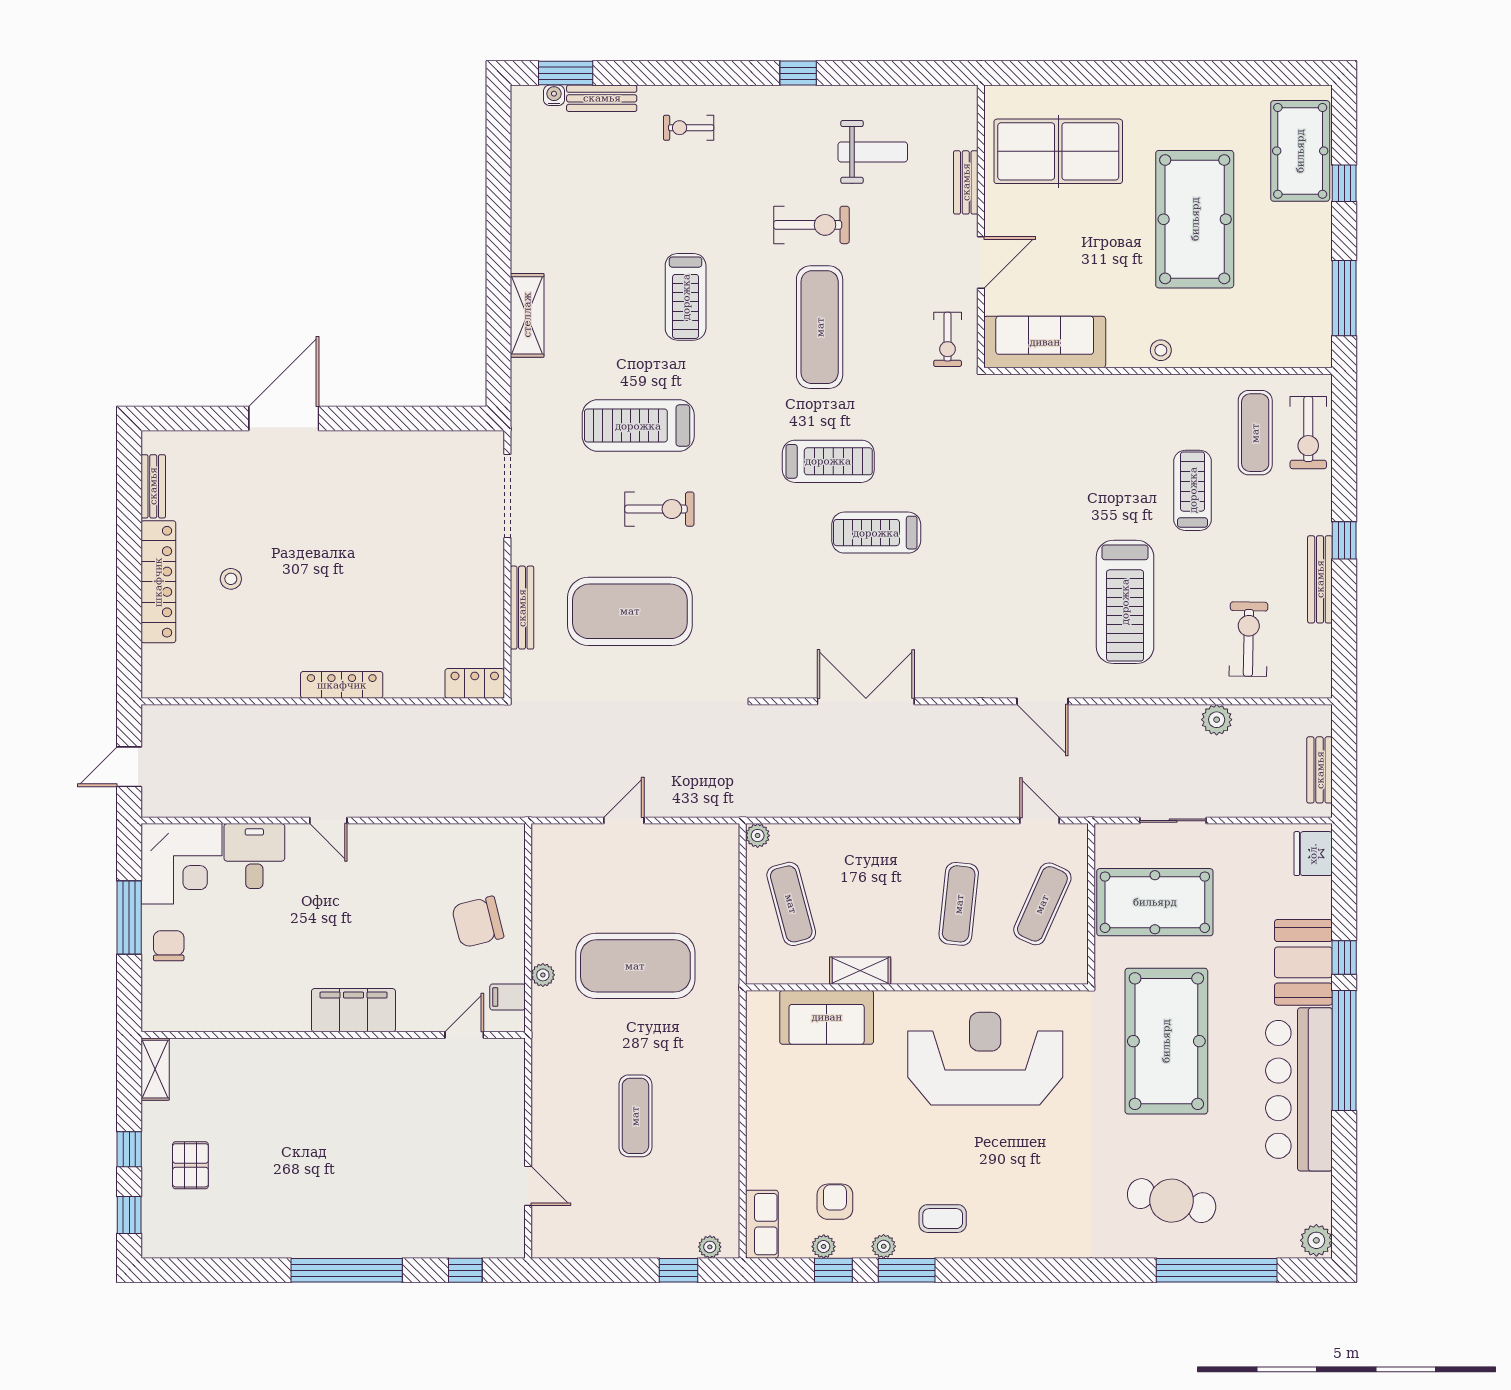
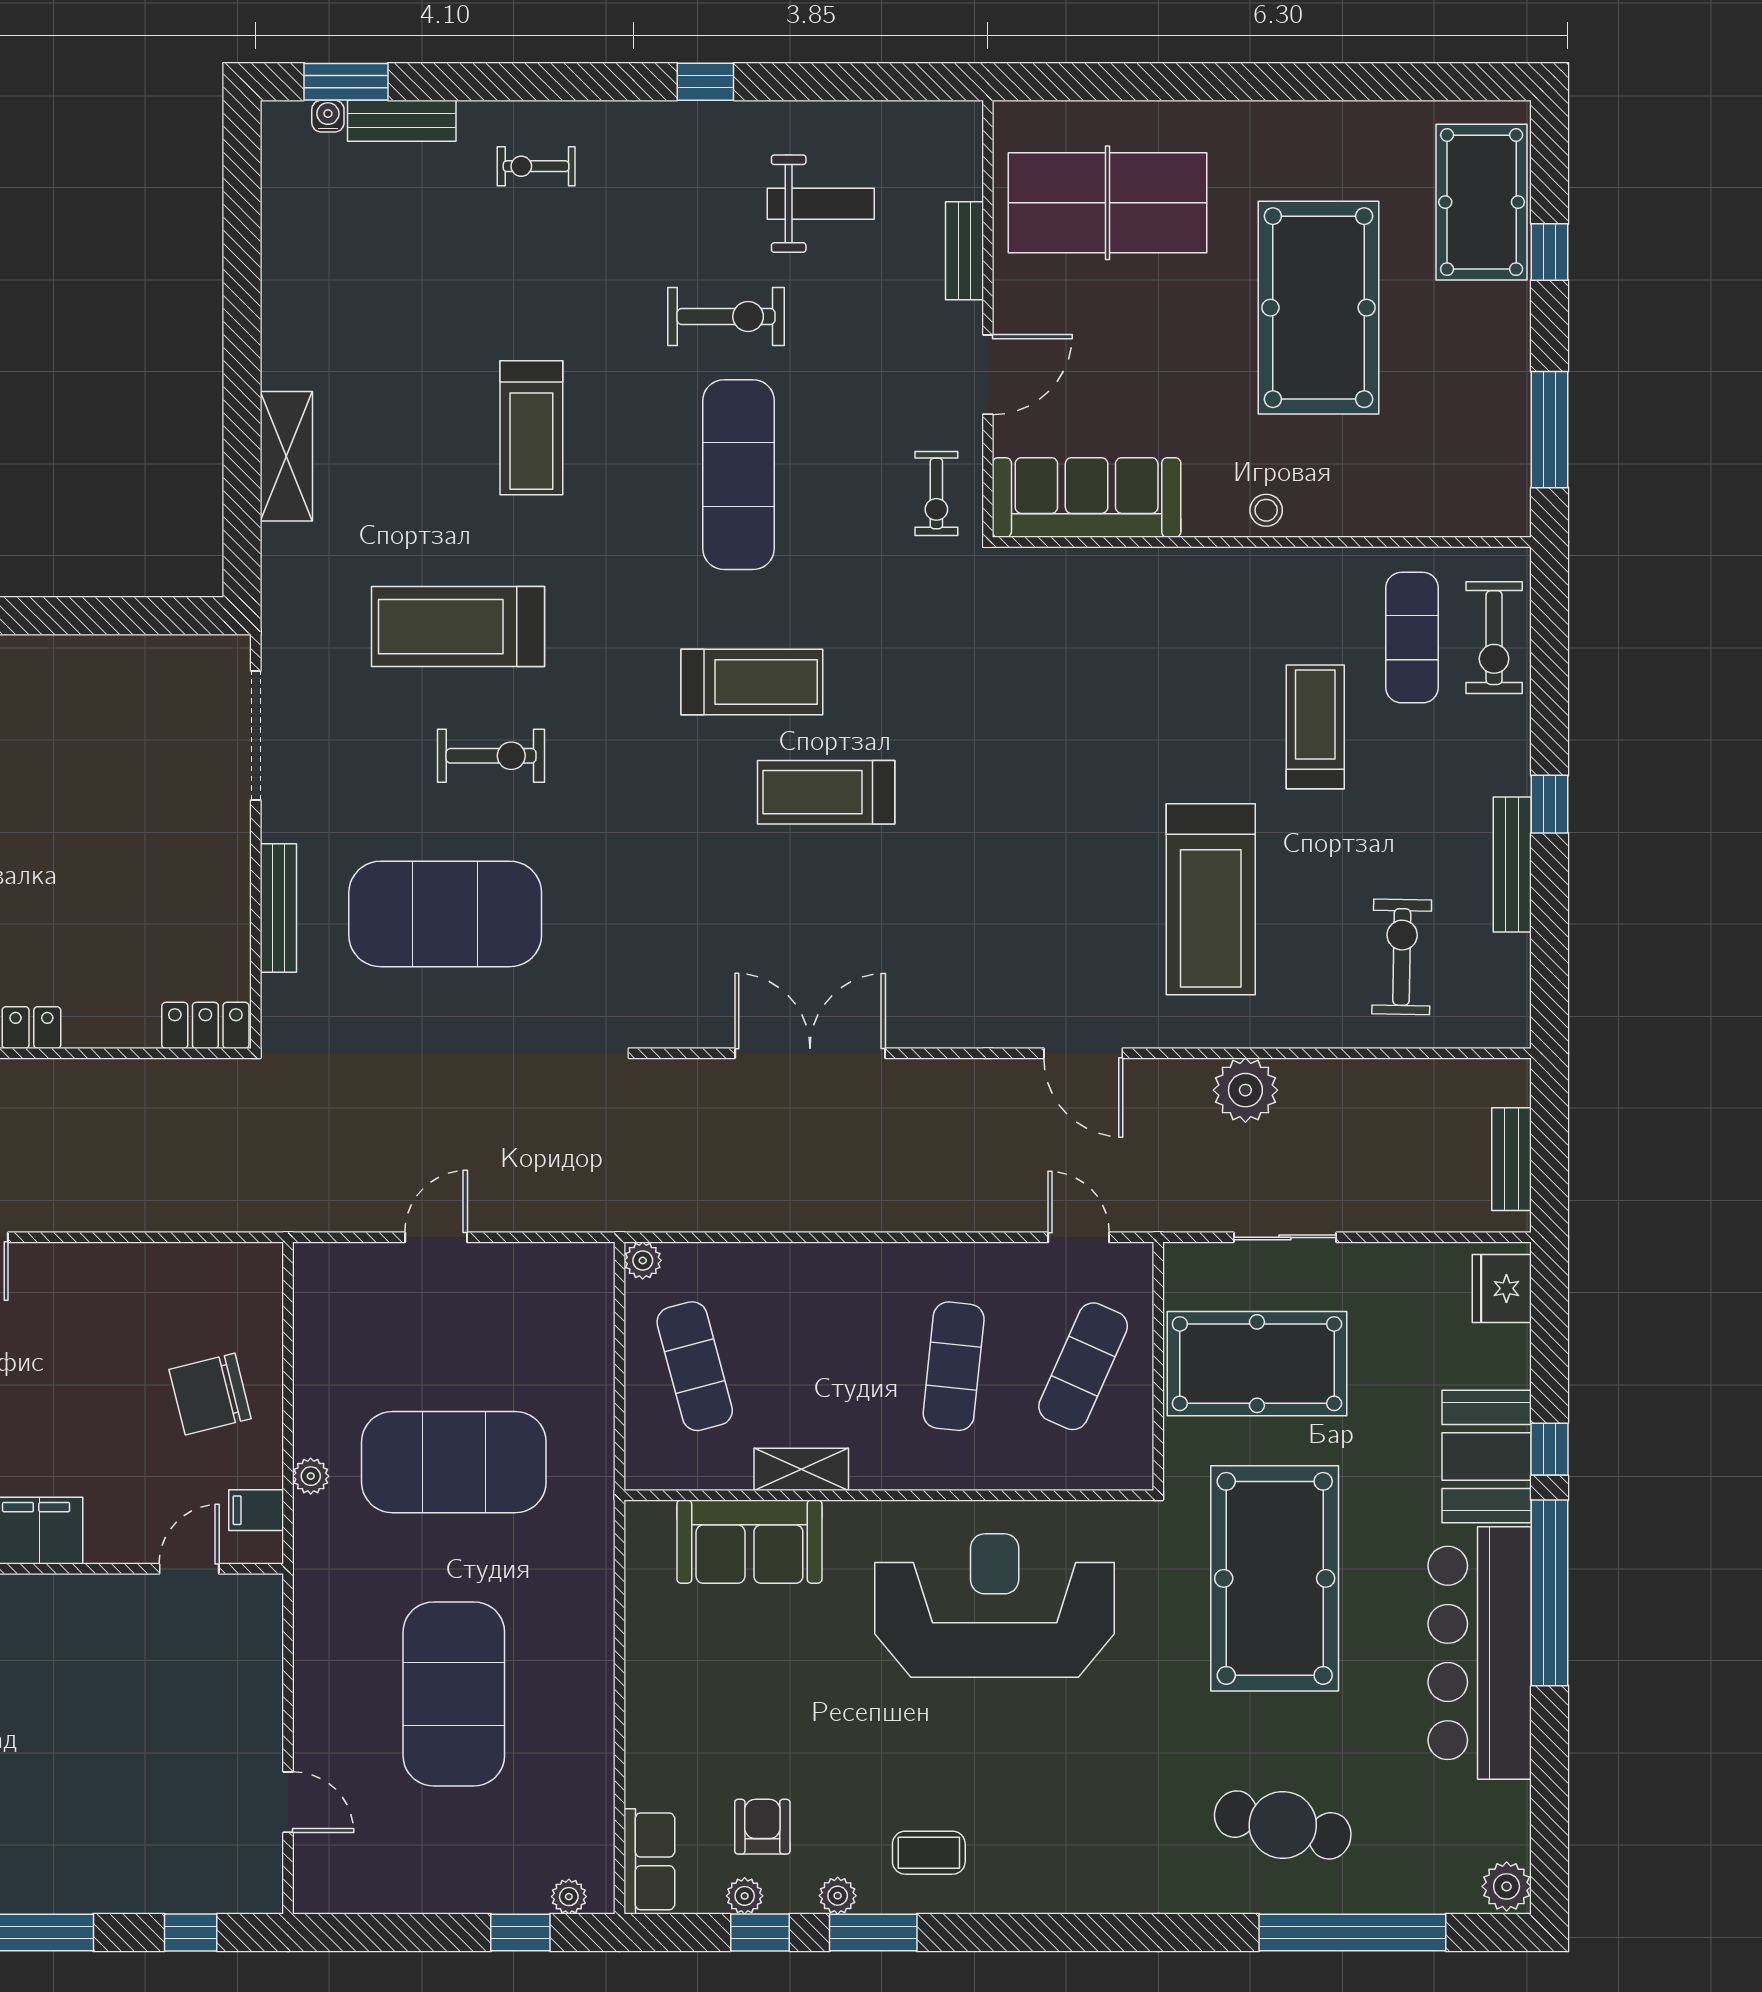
plant: (1217, 720) -> (1245, 1090), moved, width x1.36, depth x1.36
exercise mat: (635, 1116) -> (454, 1694), width x2.00, depth x1.45

